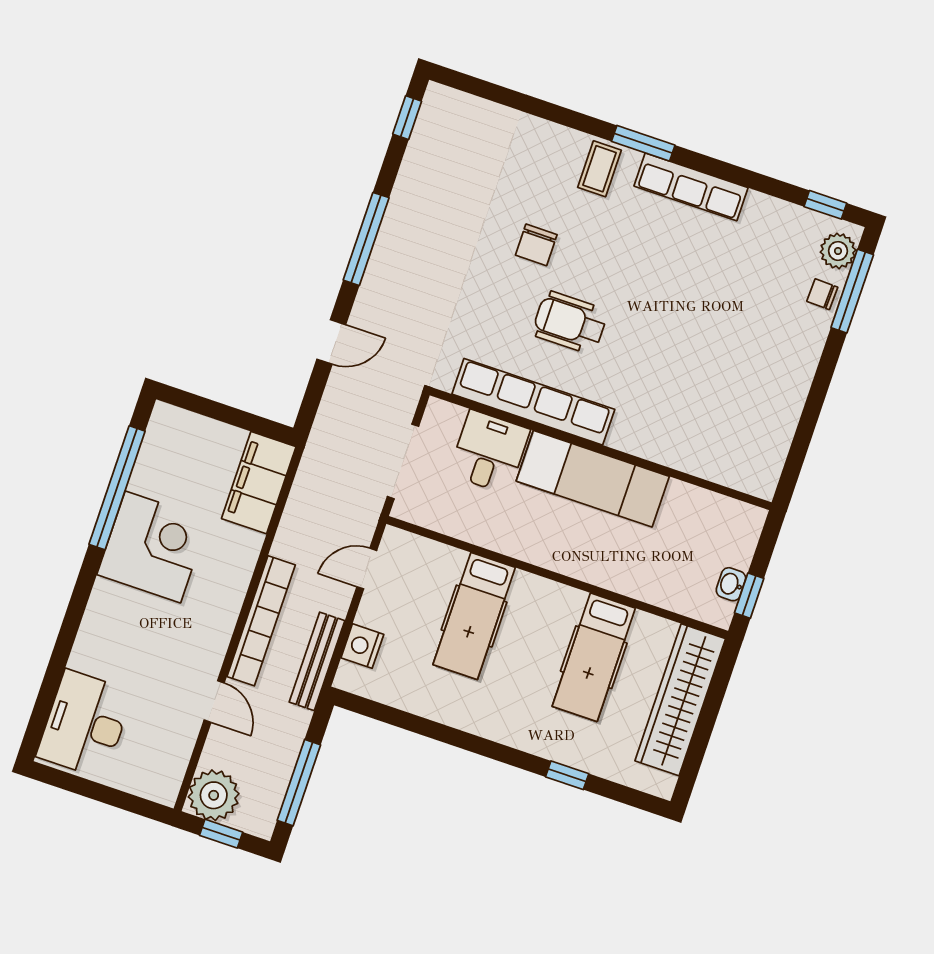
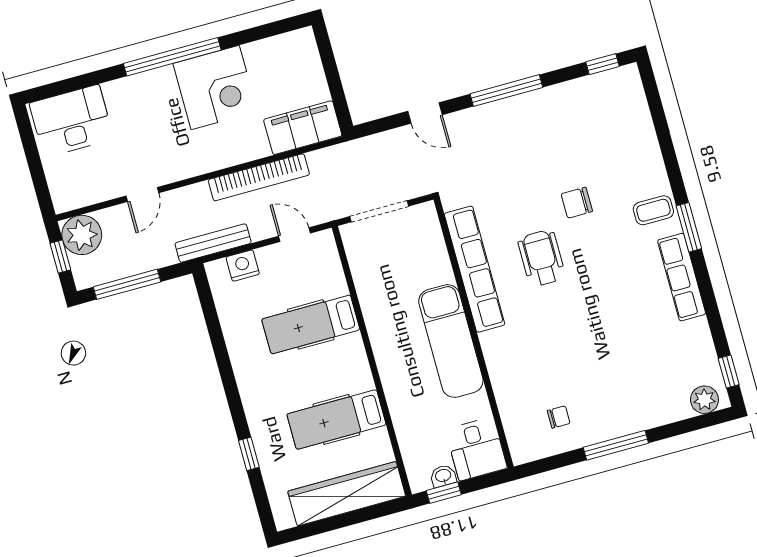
window: (852, 291) -> (616, 445), moved
chair: (822, 294) -> (559, 417), moved, turned 88
desk: (489, 452) -> (476, 449), moved, turned 90
window: (117, 488) -> (172, 57), moved
bookcase: (261, 621) -> (259, 177), moved

